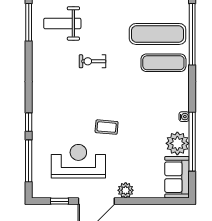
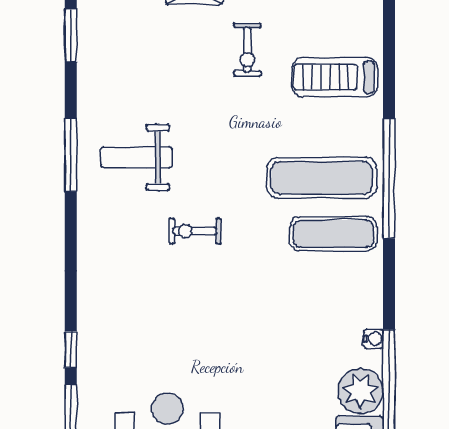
coffee table: (107, 127) -> (222, 359), removed

